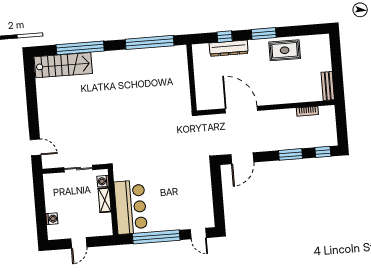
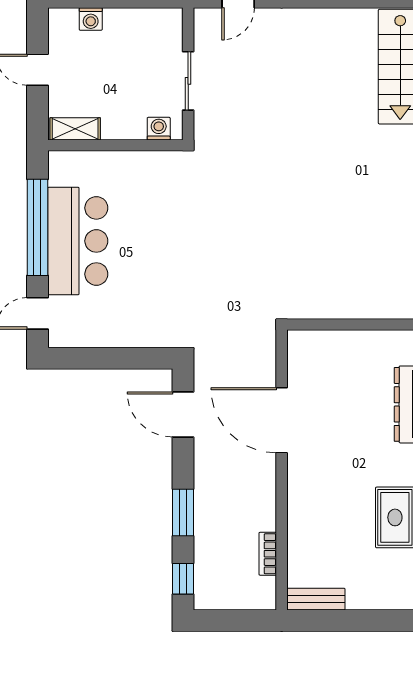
door: (241, 110) -> (282, 420), swing flipped
shelving: (105, 200) -> (75, 129), moved
bar counter: (131, 207) -> (78, 241), moved, turned -90

